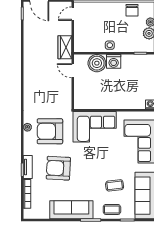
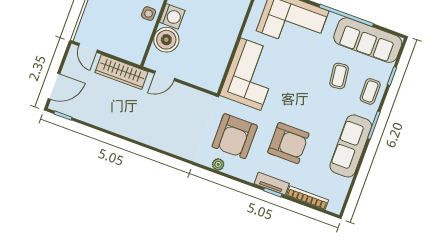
wardrobe: (65, 47) -> (121, 72), width x1.50
armchair: (58, 168) -> (288, 143), turned -93

